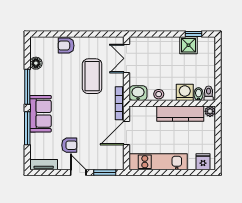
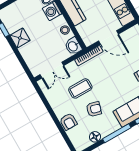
shower: (188, 45) -> (20, 38), moved
coffee table: (92, 76) -> (80, 88), width x0.73, depth x0.76
armchair: (64, 78) -> (94, 109), added

